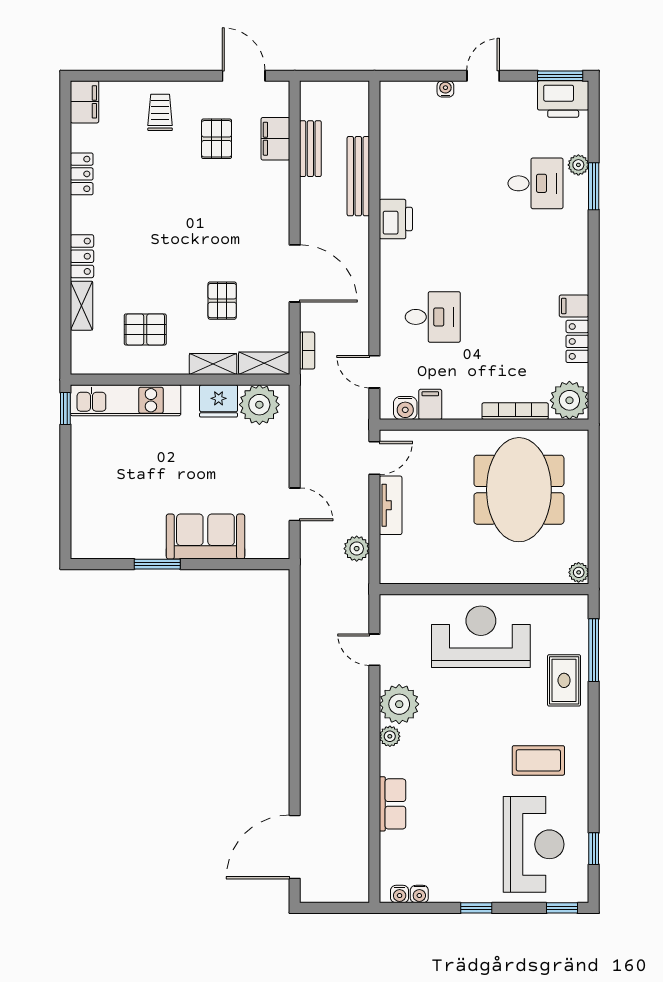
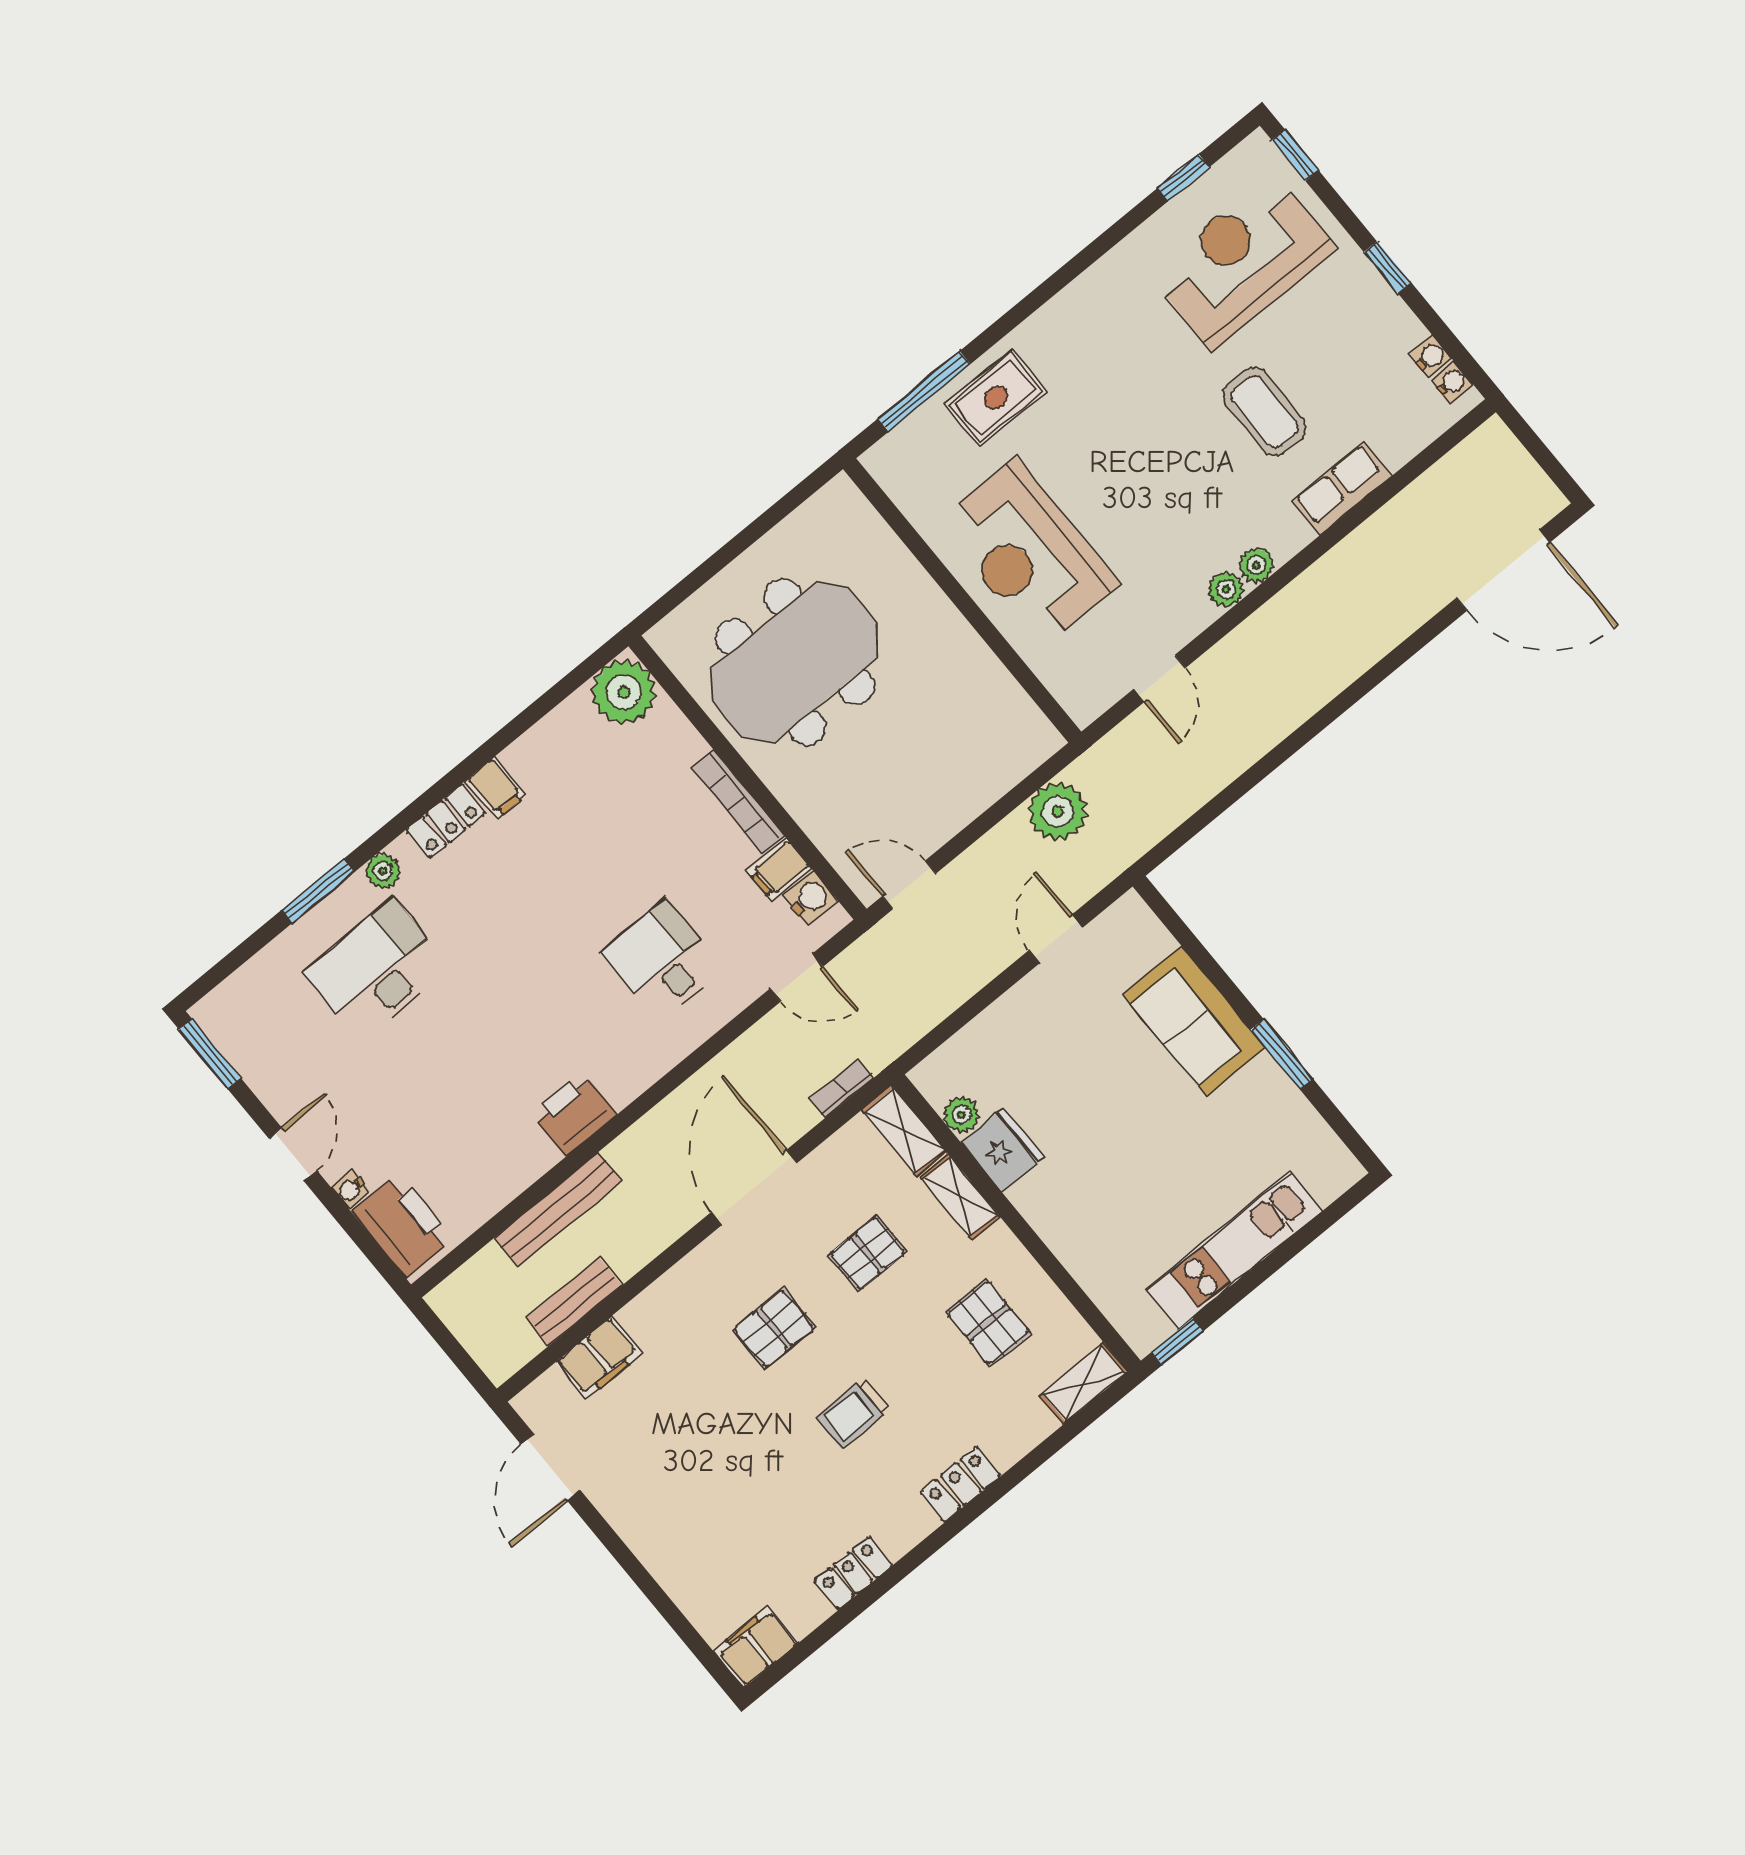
door: (483, 76) -> (293, 1155), swing flipped
printer: (563, 99) -> (402, 1225), moved
trolley: (160, 112) -> (853, 1414), moved
pallet: (217, 139) -> (774, 1329), moved
plant: (578, 165) -> (383, 871), moved
desk: (535, 183) -> (377, 970), width x1.37
shelving: (82, 306) -> (1084, 1384), moved
locker: (577, 341) -> (446, 821), moved
door: (374, 372) -> (797, 978), hinge flipped
kitchen unit: (126, 400) -> (1234, 1250), moved, turned -90
plant: (259, 405) -> (961, 1115), width x0.53, depth x0.53
bookcase: (515, 411) -> (738, 802), moved
tv unit: (391, 505) -> (954, 813), removed
plant: (357, 549) -> (1058, 812), width x1.36, depth x1.36
plant: (579, 572) -> (839, 495), removed
plant: (399, 704) -> (1226, 589), width x0.53, depth x0.53
coffee table: (538, 760) -> (1264, 412), moved

